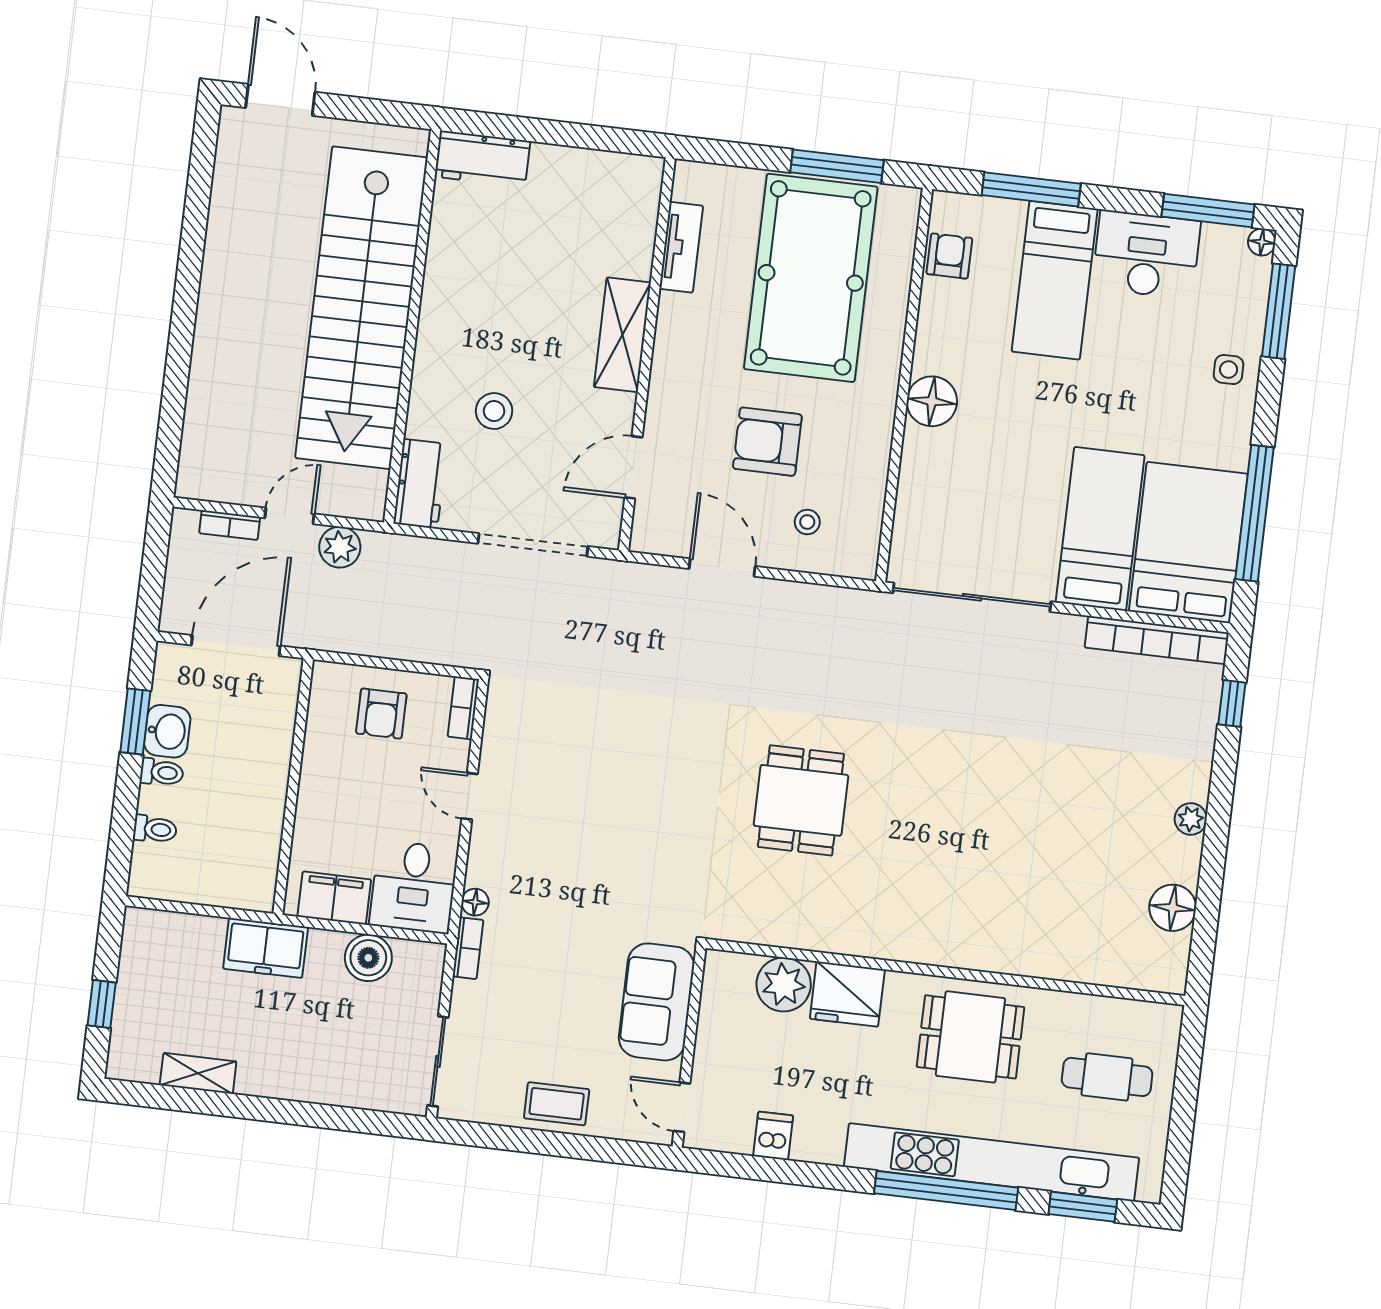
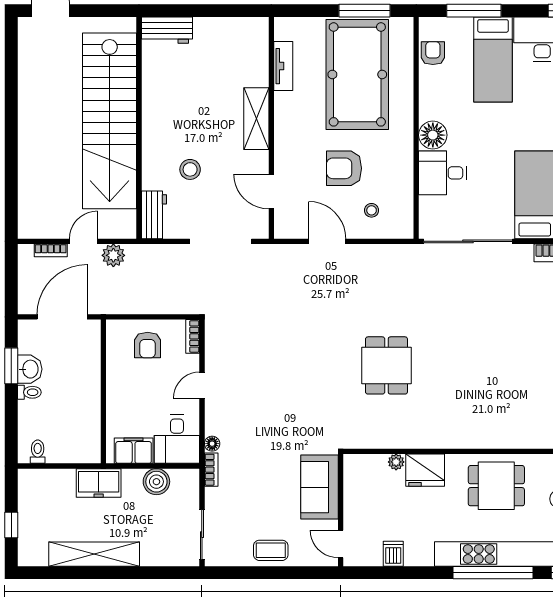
door: (633, 467) -> (271, 192), hinge flipped
desk: (941, 470) -> (443, 173), added
door: (470, 796) -> (202, 385), hinge flipped
toilet: (155, 829) -> (38, 452), moved, turned -90
plant: (784, 985) -> (396, 462), width x0.53, depth x0.53
shelving: (198, 1073) -> (94, 554), width x2.20, depth x1.33

